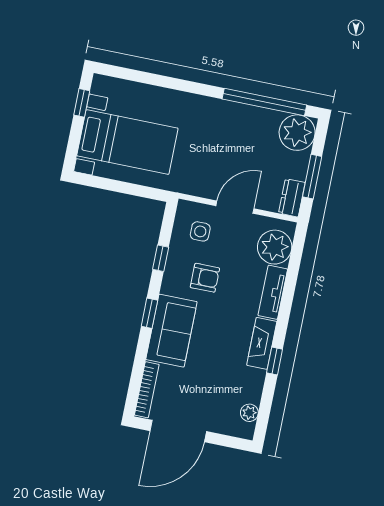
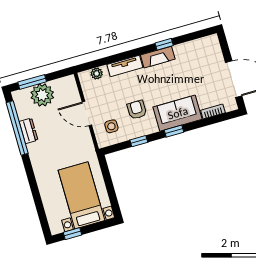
plant: (297, 133) -> (42, 95), moved
window: (312, 177) -> (32, 82), moved
dresser: (292, 198) -> (28, 131), moved, turned -90
plant: (275, 247) -> (97, 74), width x0.53, depth x0.53
bookcase: (147, 390) -> (213, 111), width x0.64
plant: (249, 413) -> (202, 43), removed

